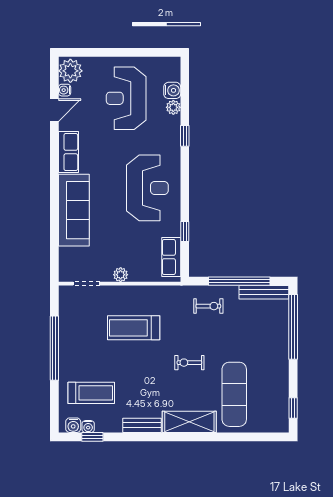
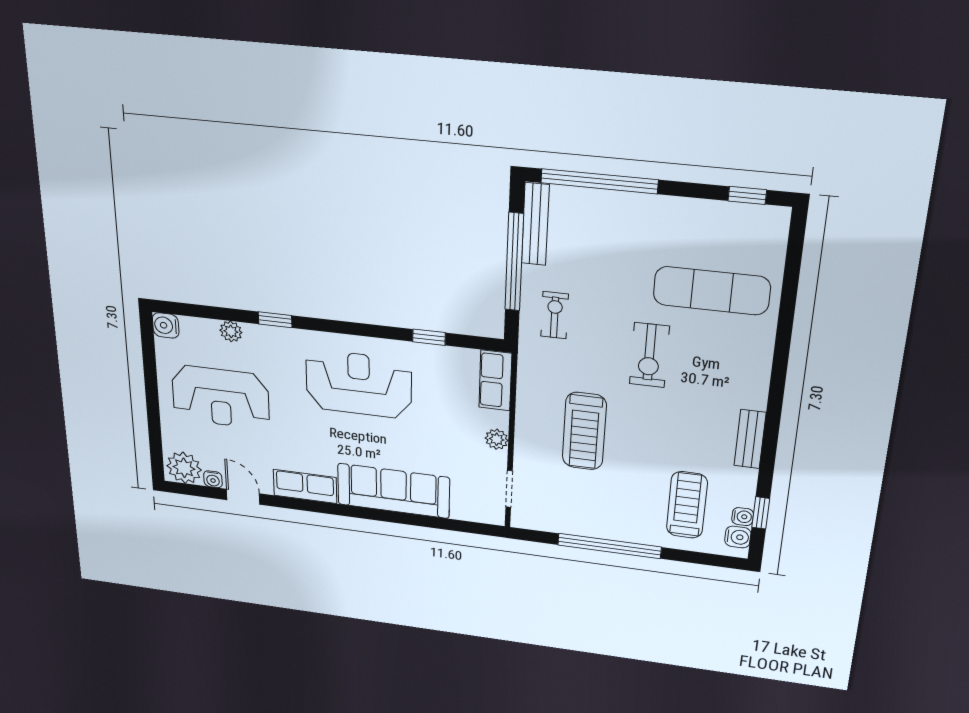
water cooler: (172, 90) -> (166, 325), moved, turned -90
row of seats: (171, 257) -> (495, 380), moved, turned 90
exercise bike: (189, 363) -> (649, 355), width x1.38, depth x1.39
shelving: (189, 422) -> (753, 367), removed

